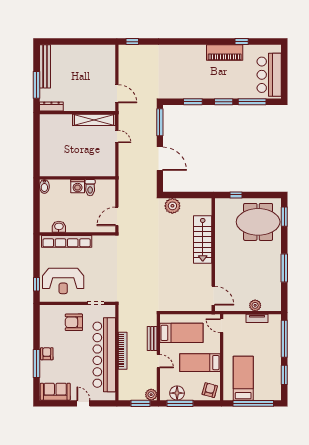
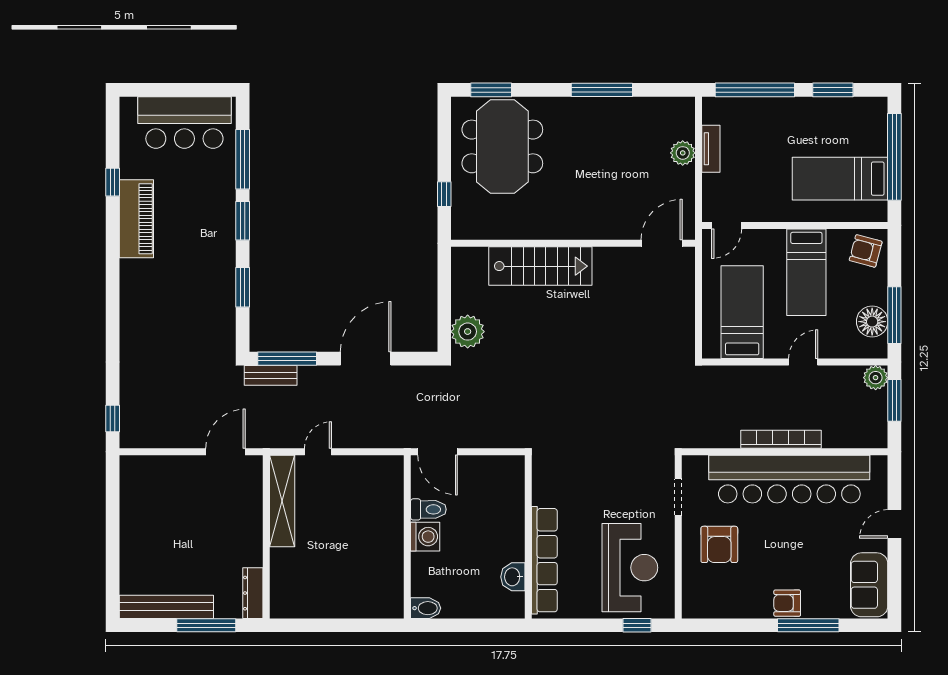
door: (117, 216) -> (438, 452), moved
bench: (152, 339) -> (271, 375), moved

